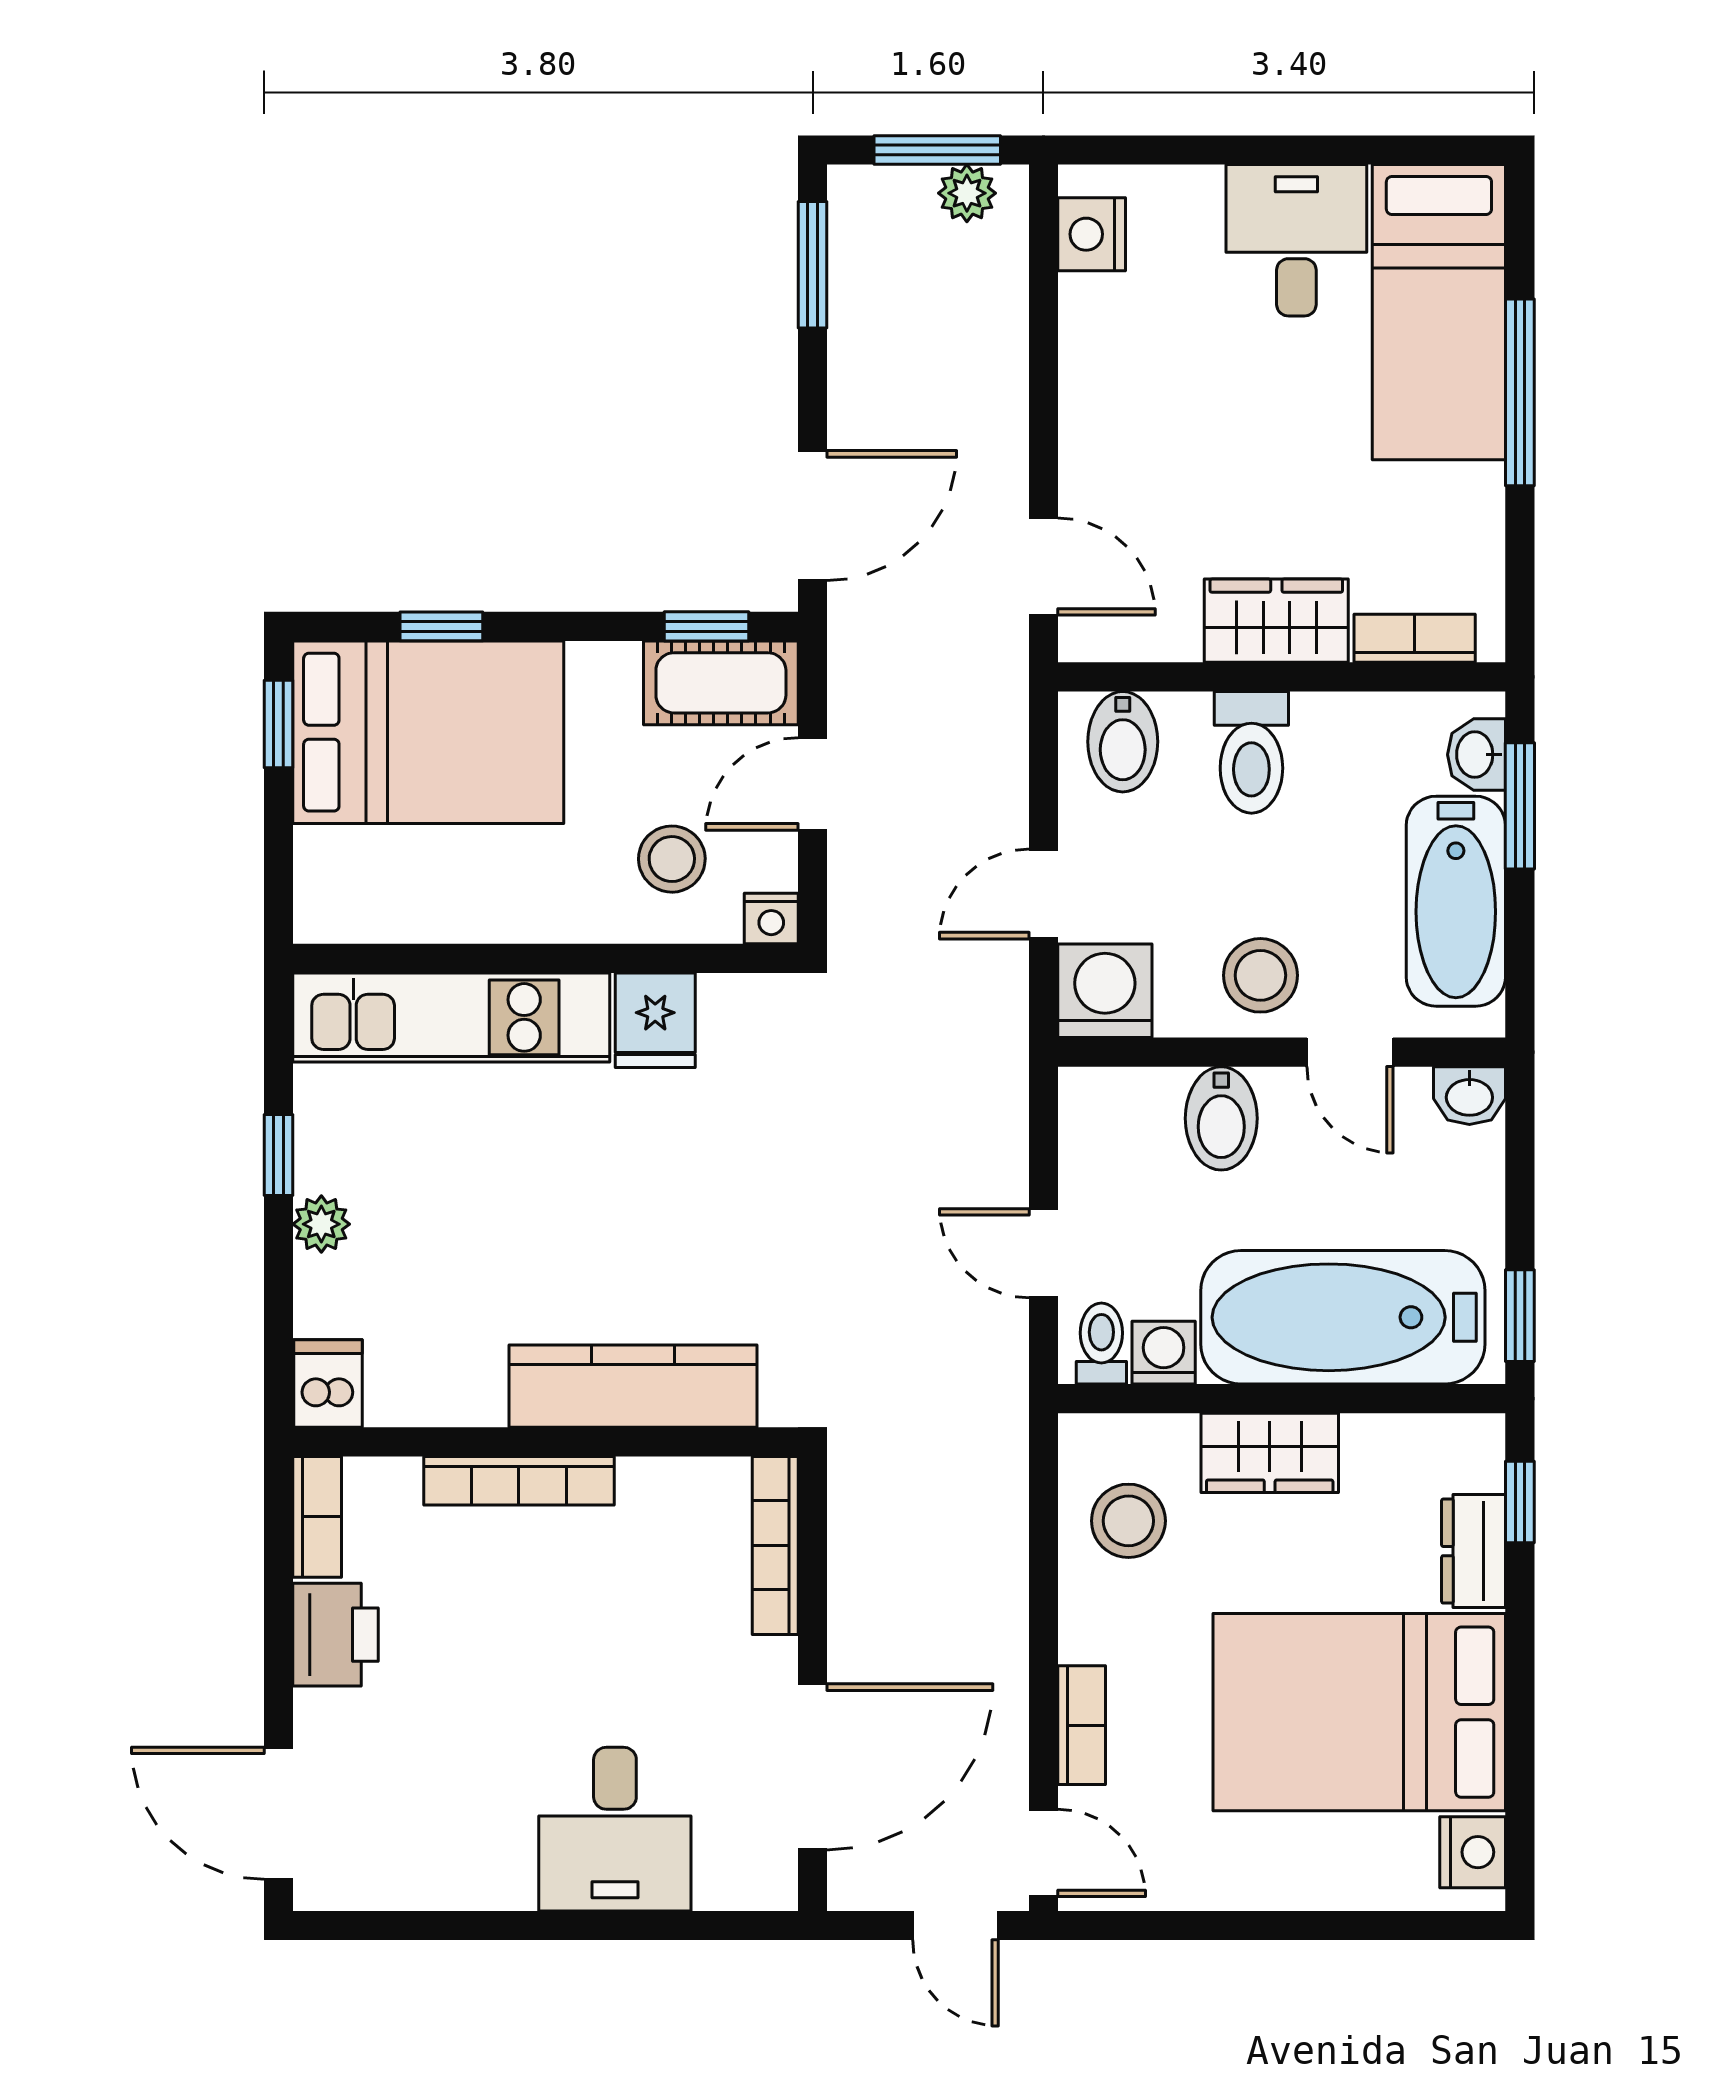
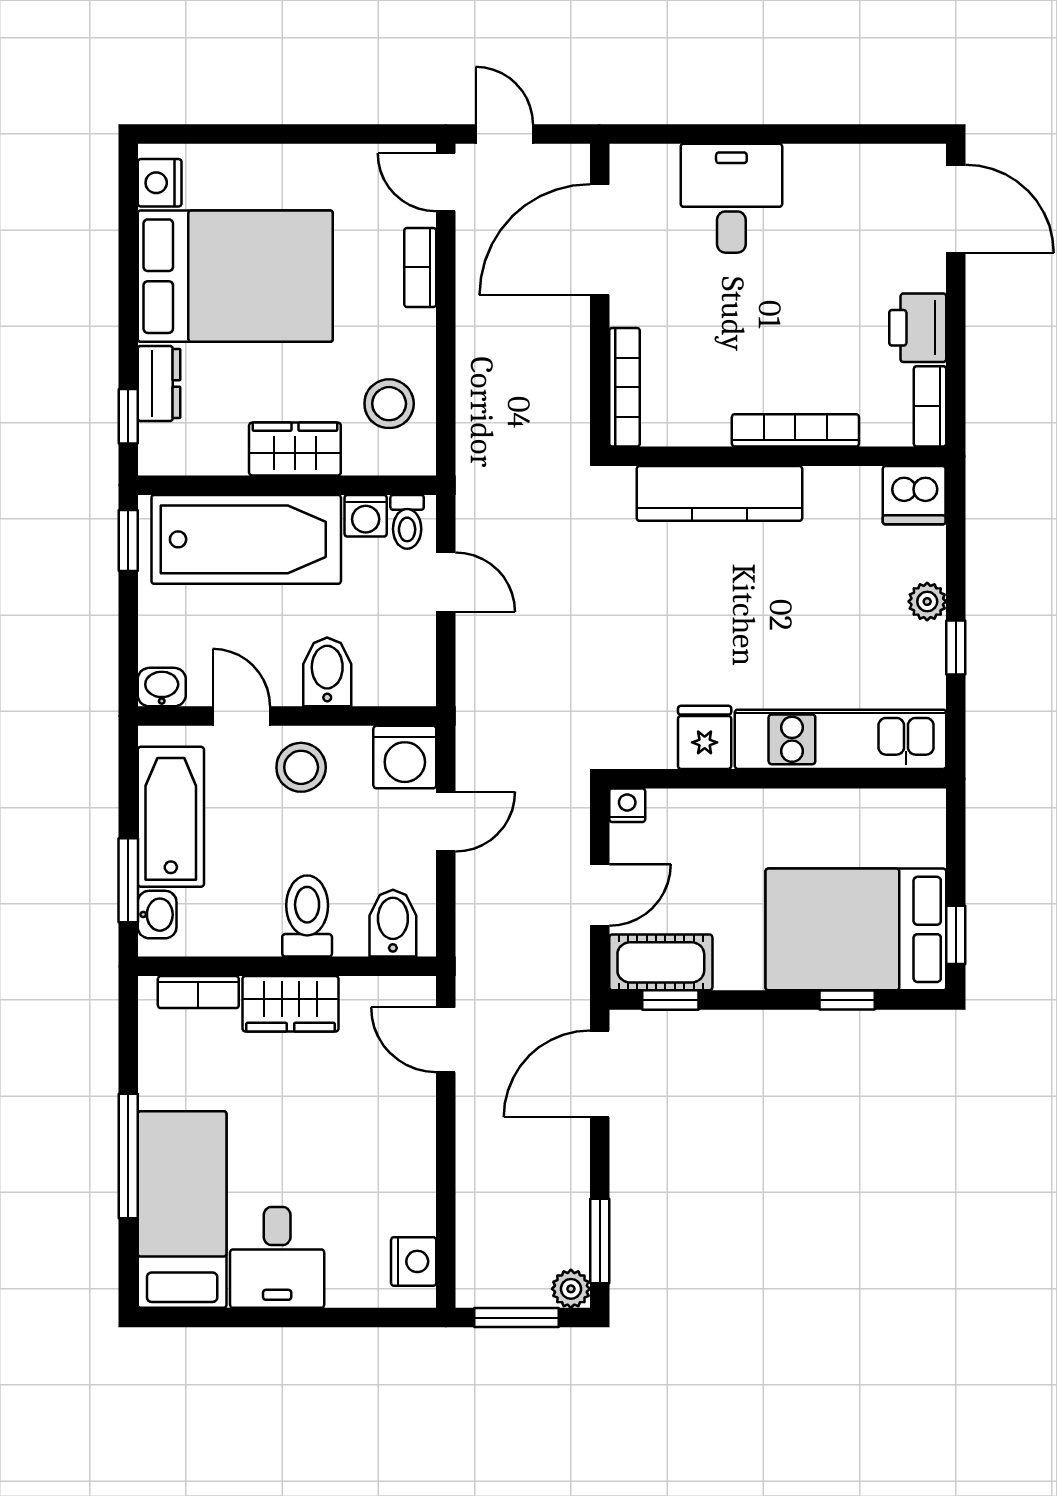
plant: (967, 193) -> (571, 1289), moved
stool: (672, 859) -> (693, 845), removed
dishwasher: (328, 1384) -> (914, 495), width x1.38

